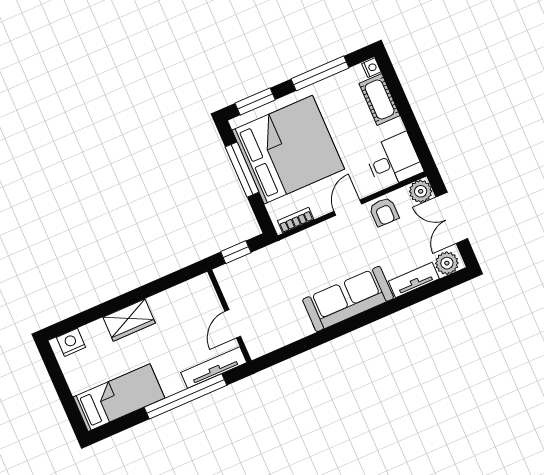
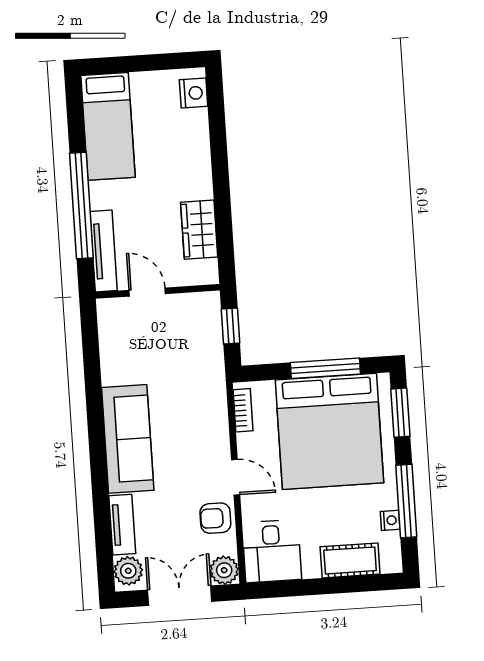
nightstand: (371, 68) -> (390, 520), moved, turned -90
wardrobe: (129, 320) -> (199, 230), moved

